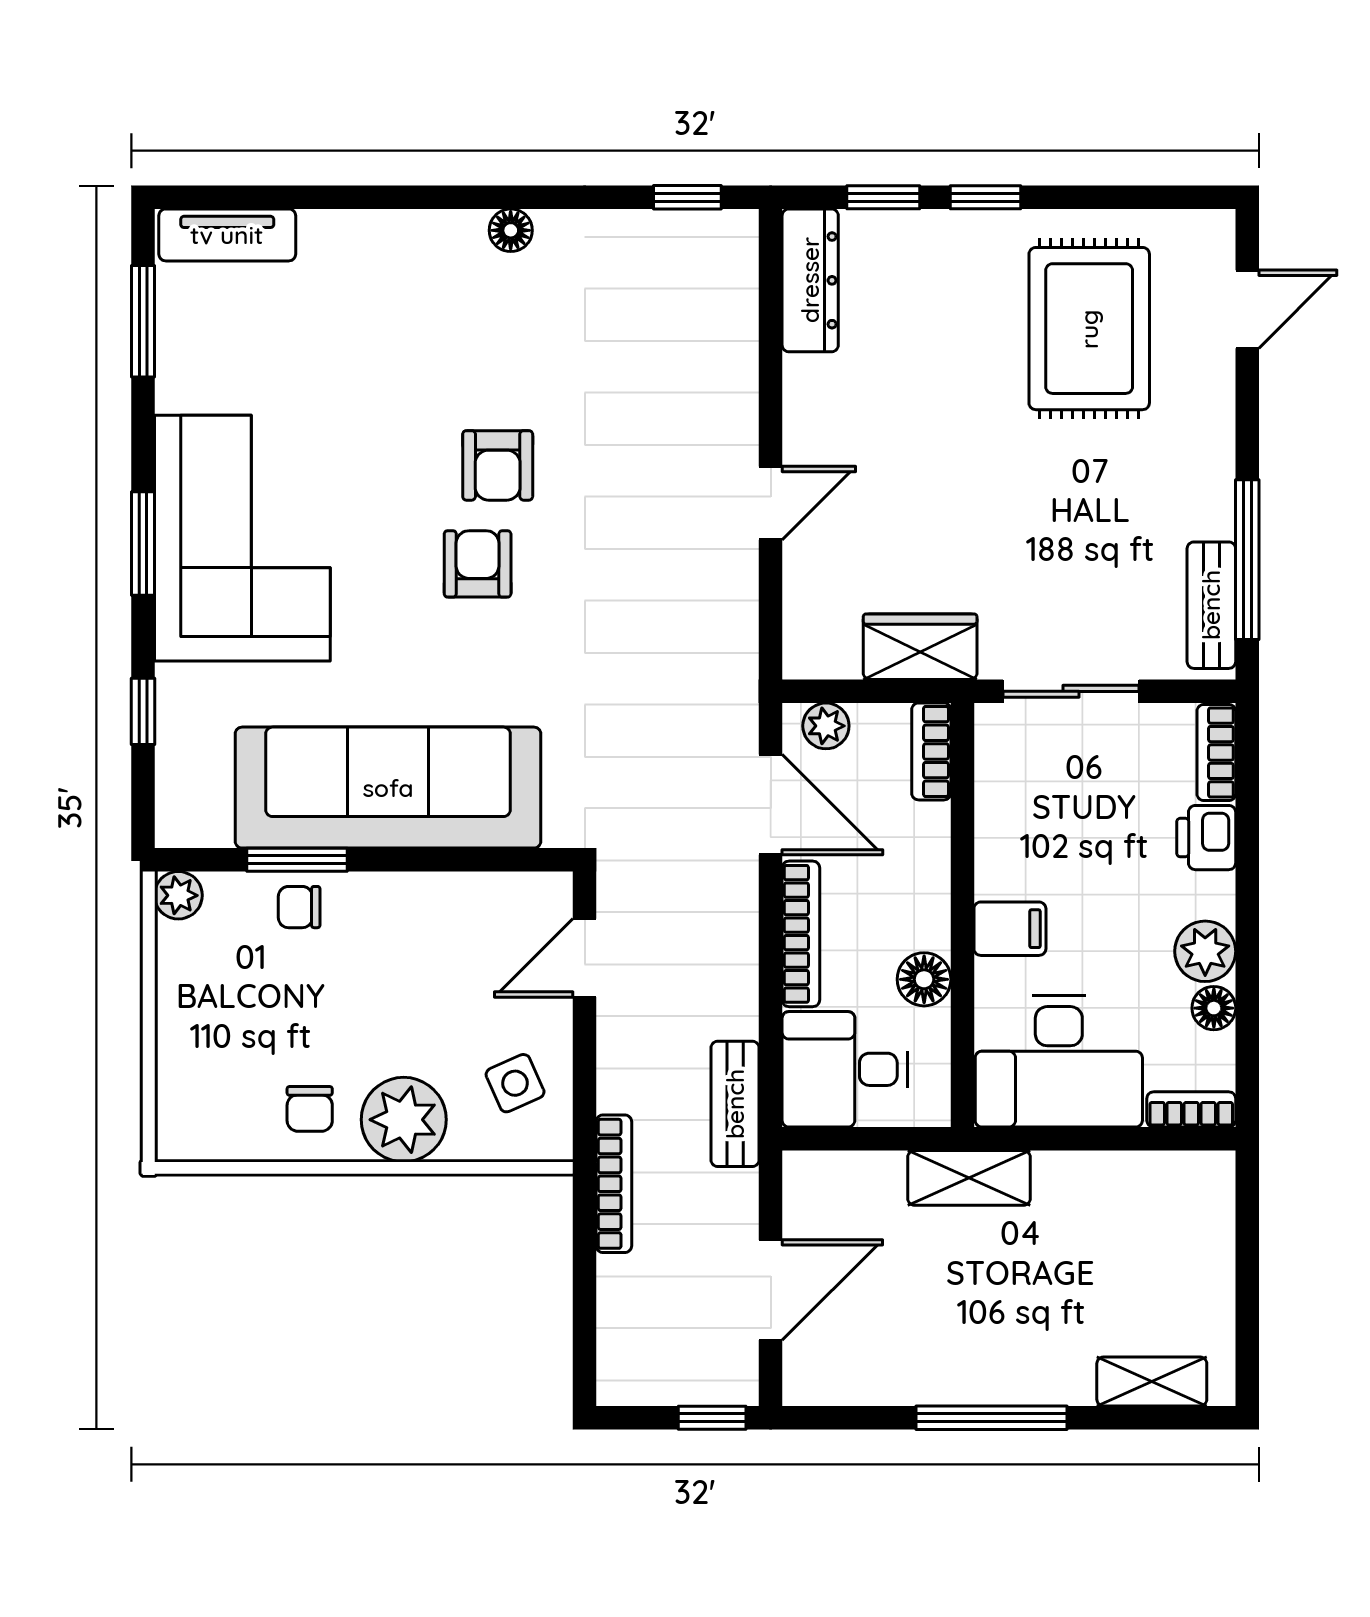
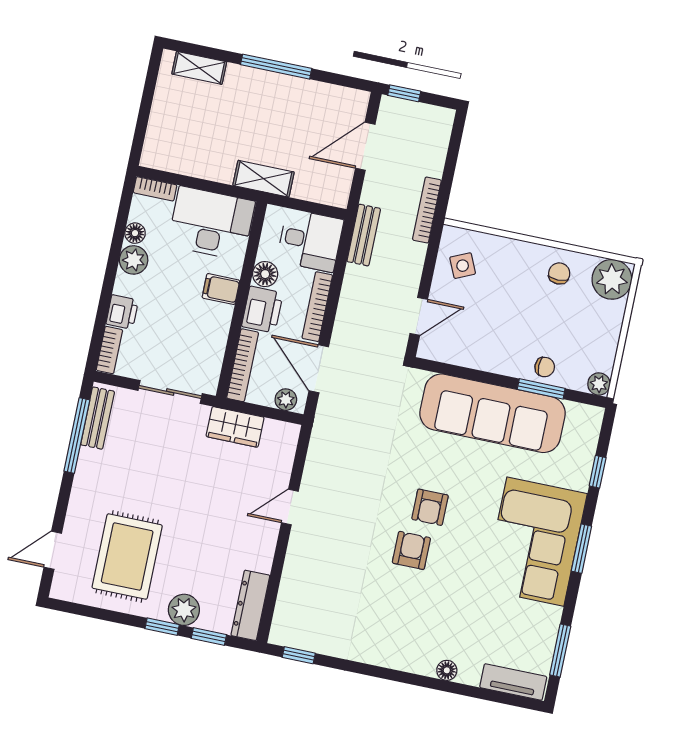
floor lamp: (511, 230) -> (447, 670), moved
plant: (947, 242) -> (184, 610), added
bookcase: (931, 751) -> (243, 365), width x1.56
printer: (914, 904) -> (262, 310), added
plant: (404, 1120) -> (612, 279), moved

